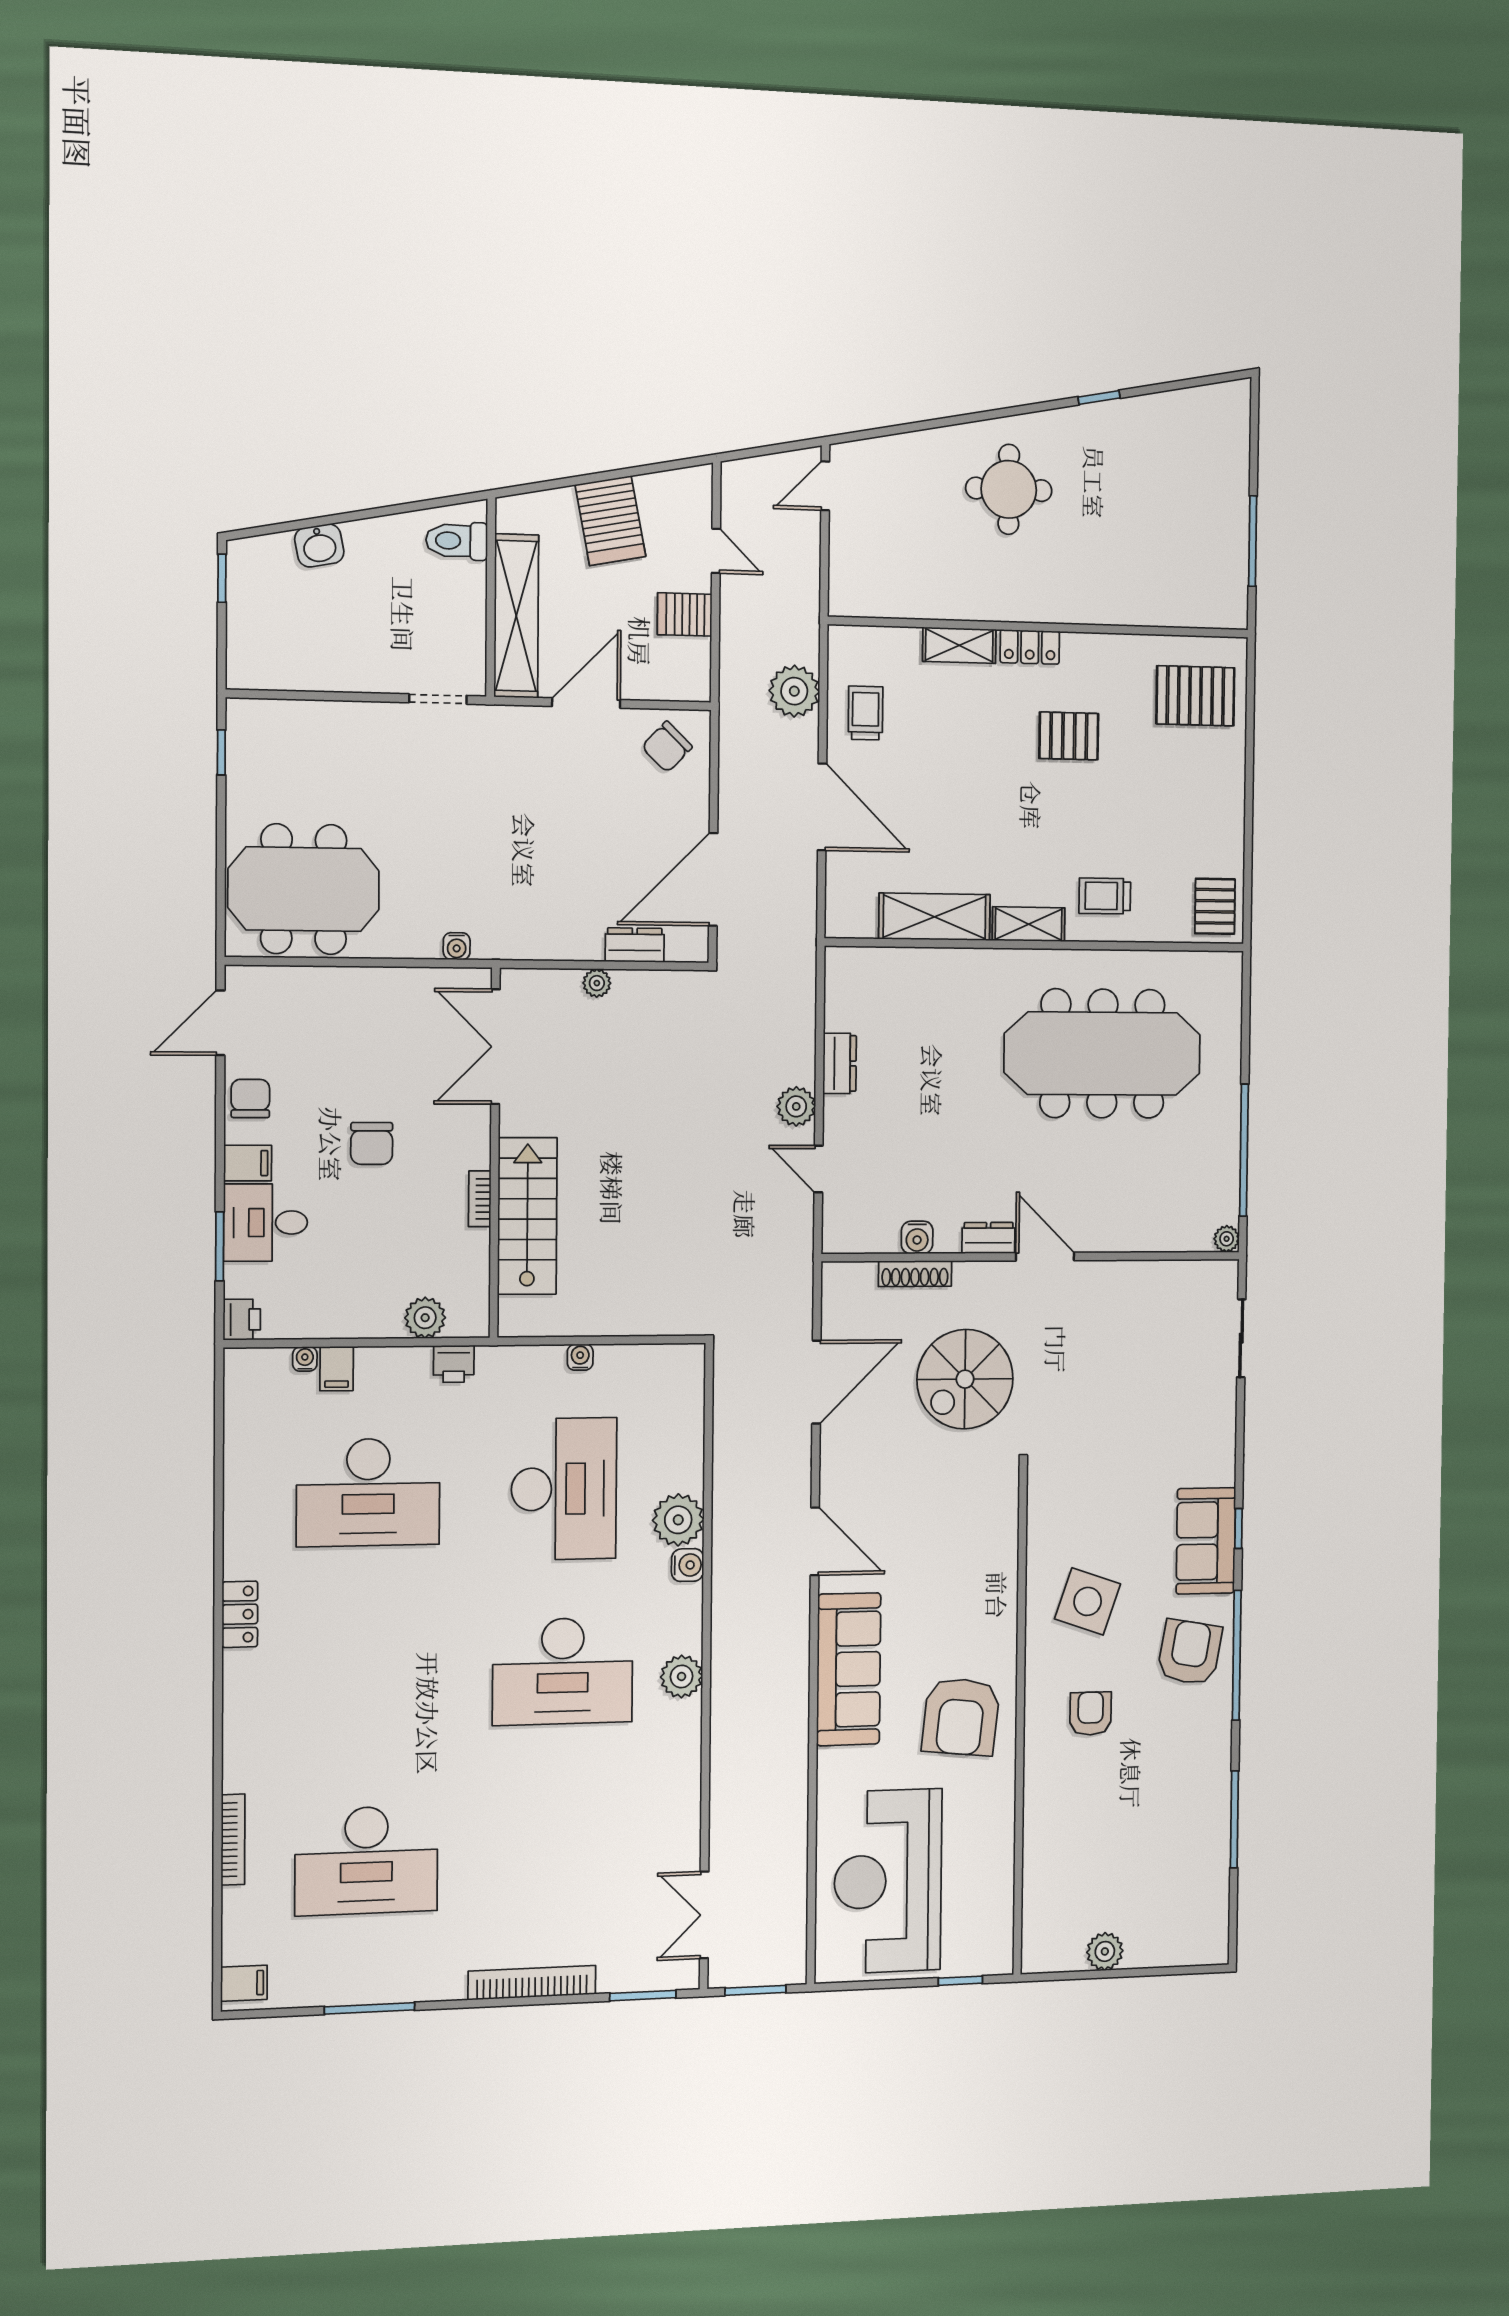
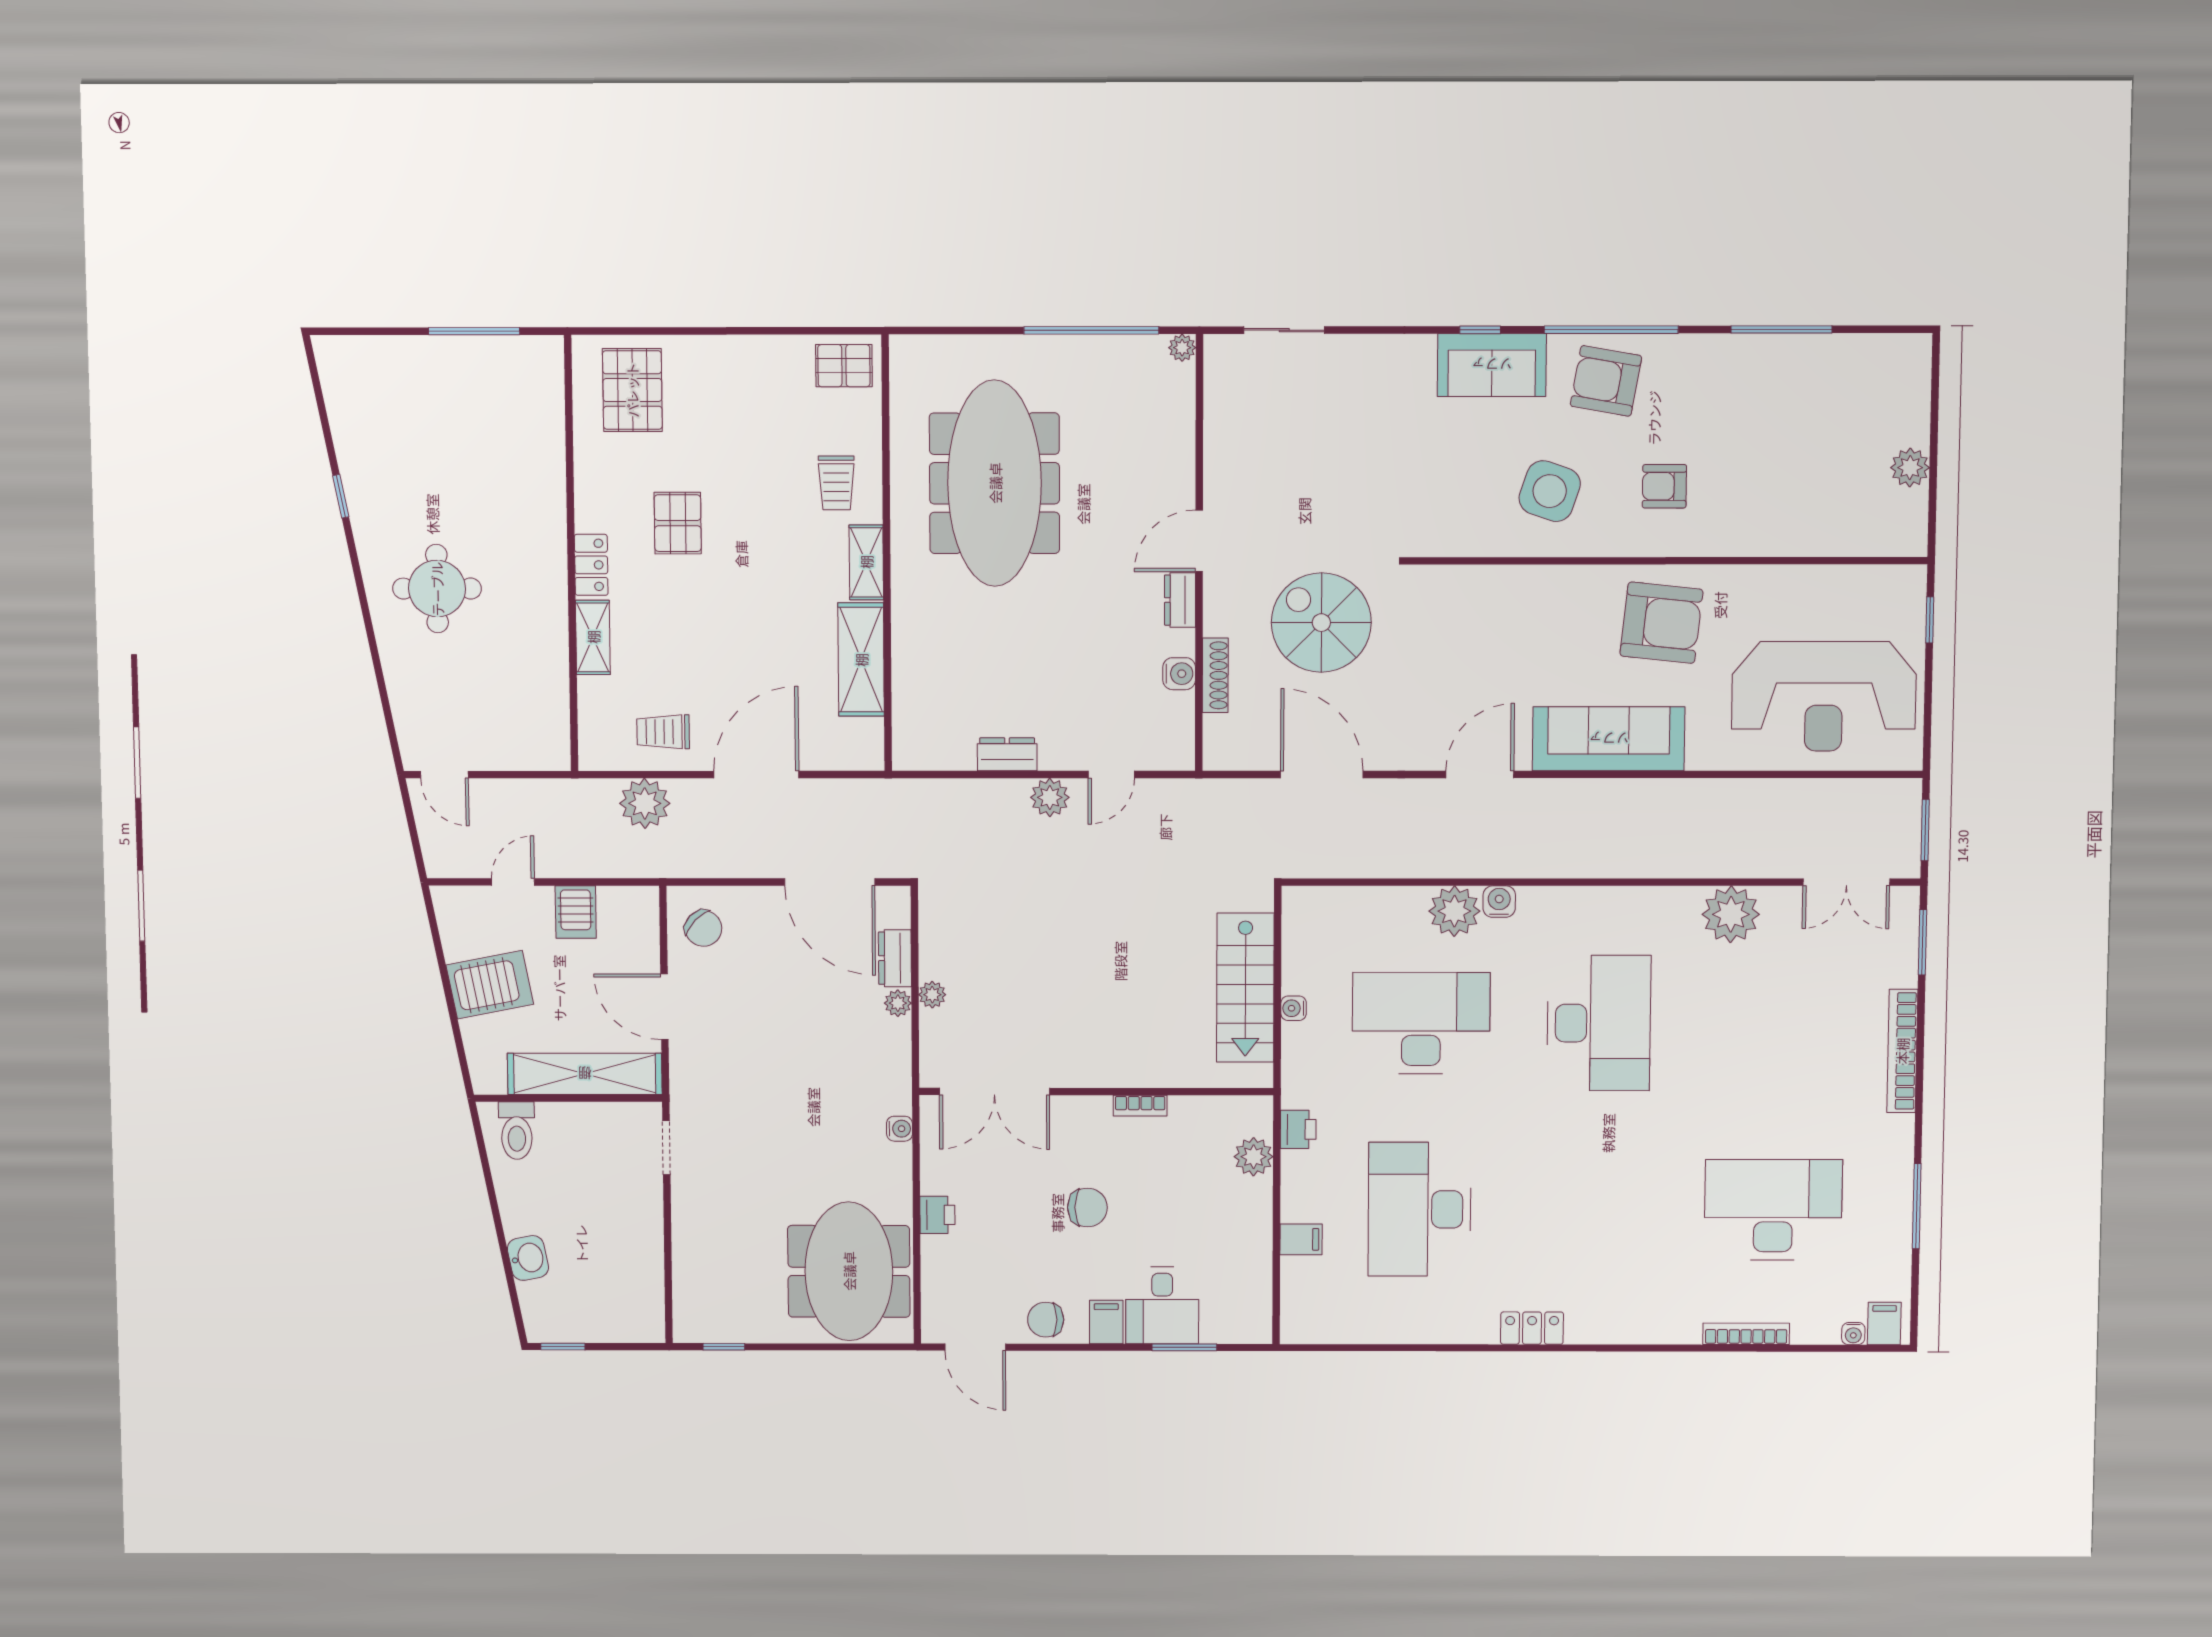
plant: (588, 947) -> (898, 1003), added
stairs: (527, 1216) -> (1245, 988), moved, turned -90
printer: (242, 1320) -> (937, 1215), moved, turned 90
water cooler: (305, 1359) -> (1853, 1334), moved, turned -90
spiral stairs: (965, 1379) -> (1321, 623), turned 180
desk: (368, 1492) -> (1420, 1209), turned 180
plant: (682, 1677) -> (1731, 914), moved, width x1.36, depth x1.36
desk: (366, 1860) -> (1773, 1210), turned -90

